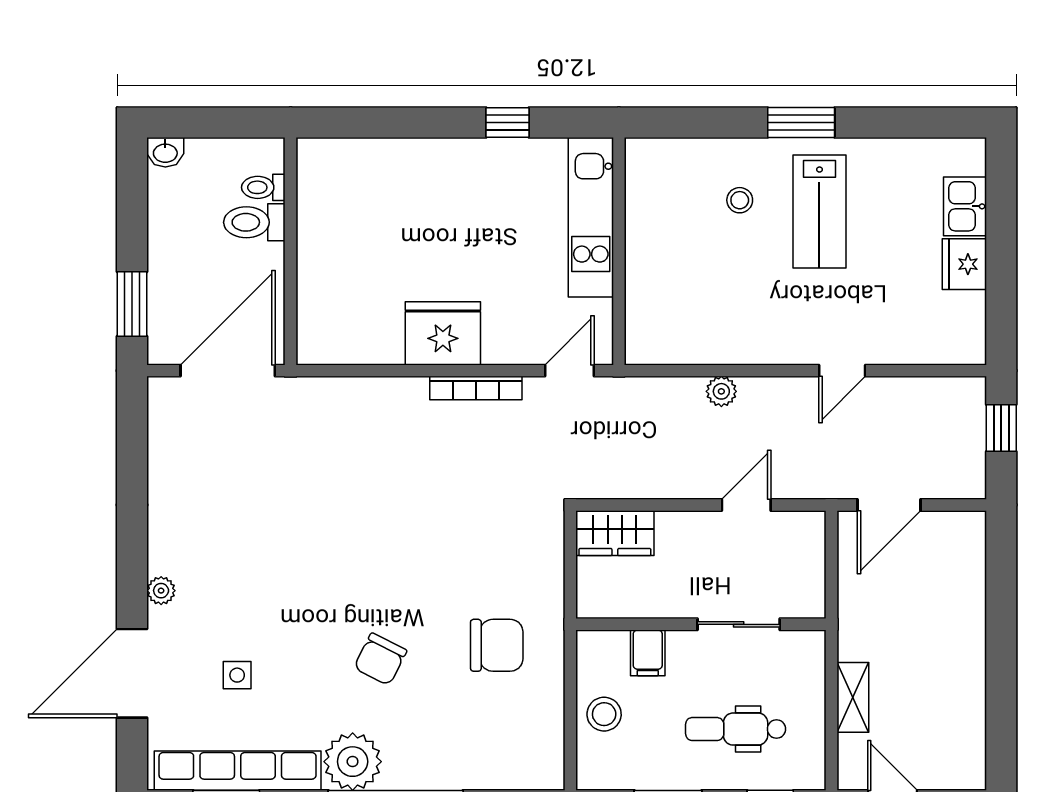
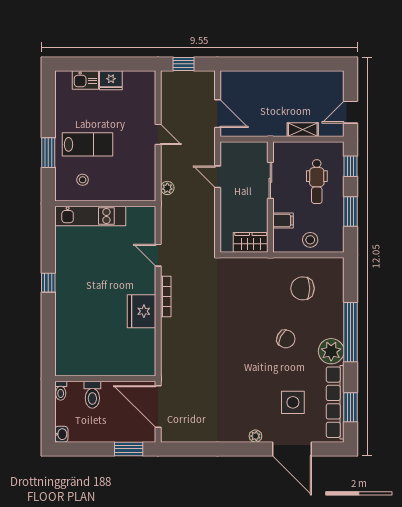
toilet: (263, 187) -> (61, 391), moved
kitchen unit: (591, 217) -> (90, 216), moved
wall: (619, 251) -> (105, 204), moved
wardrobe: (615, 533) -> (251, 242), moved, turned -90
chair: (497, 645) -> (303, 288), moved, turned -90
side table: (237, 675) -> (293, 402), width x1.87, depth x1.87

